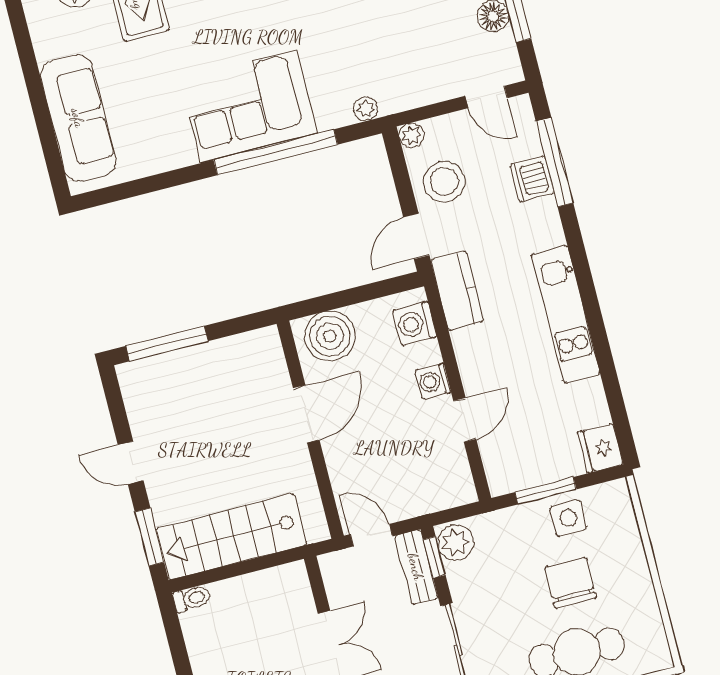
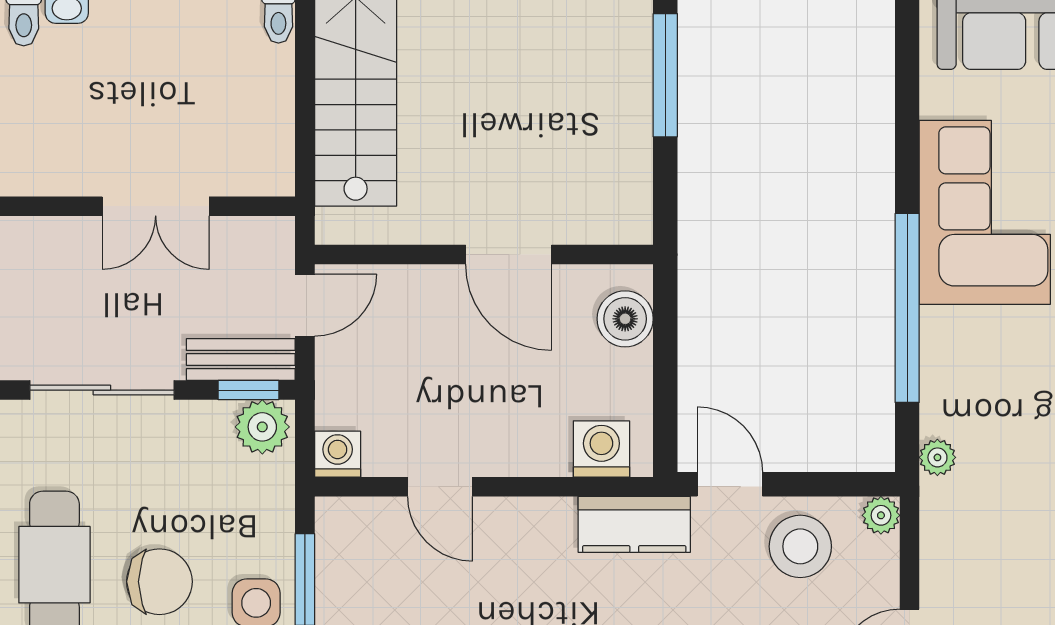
corner sofa: (249, 106) -> (985, 212), moved
boiler: (330, 336) -> (625, 319), width x0.73, depth x0.73
washing machine: (433, 381) -> (338, 454), moved

